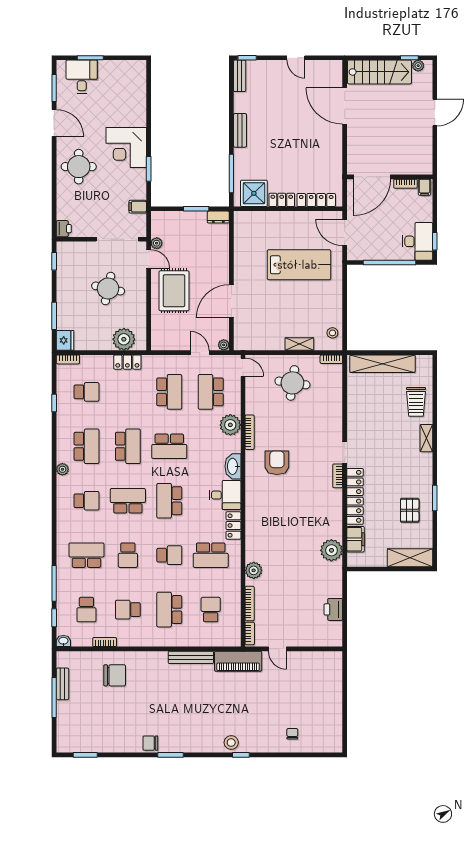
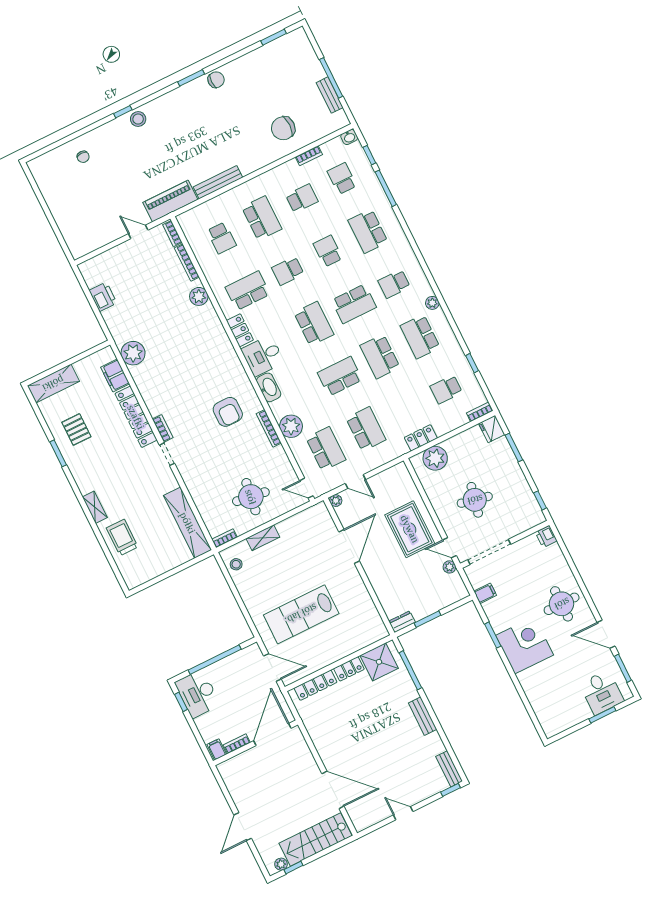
shelving: (382, 364) -> (188, 523), moved, turned 90
school desk: (169, 392) -> (366, 429), turned 180
school desk: (86, 555) -> (368, 231), turned 90

